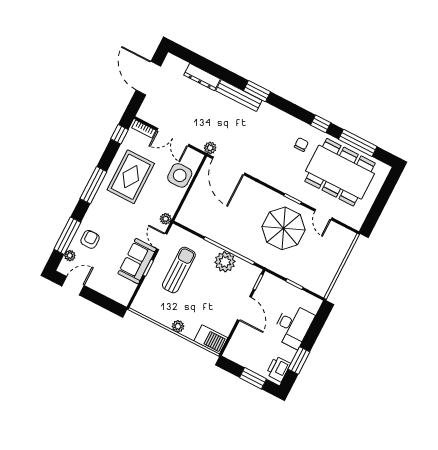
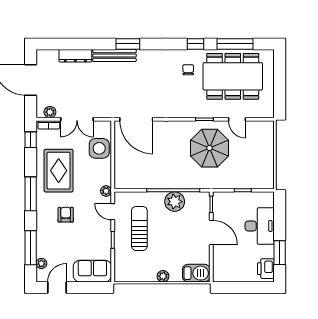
plant: (210, 148) -> (50, 112), moved
armchair: (90, 239) -> (66, 215), moved
sofa: (137, 261) -> (92, 271), moved, turned 90
window: (253, 378) -> (249, 287), removed

